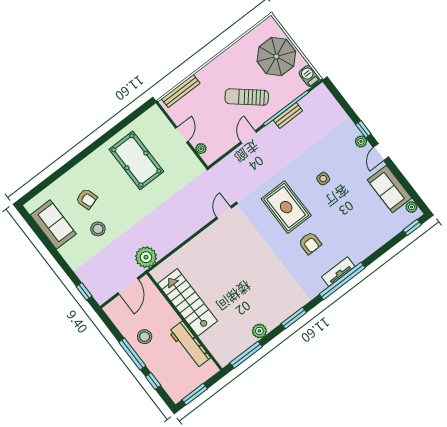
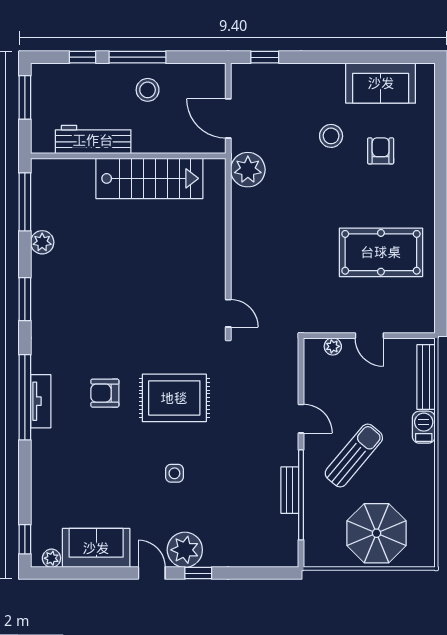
barbecue: (309, 76) -> (424, 427), moved, turned -90
plant: (361, 141) -> (185, 550), width x1.88, depth x1.88
armchair: (87, 199) -> (381, 151), turned 108

